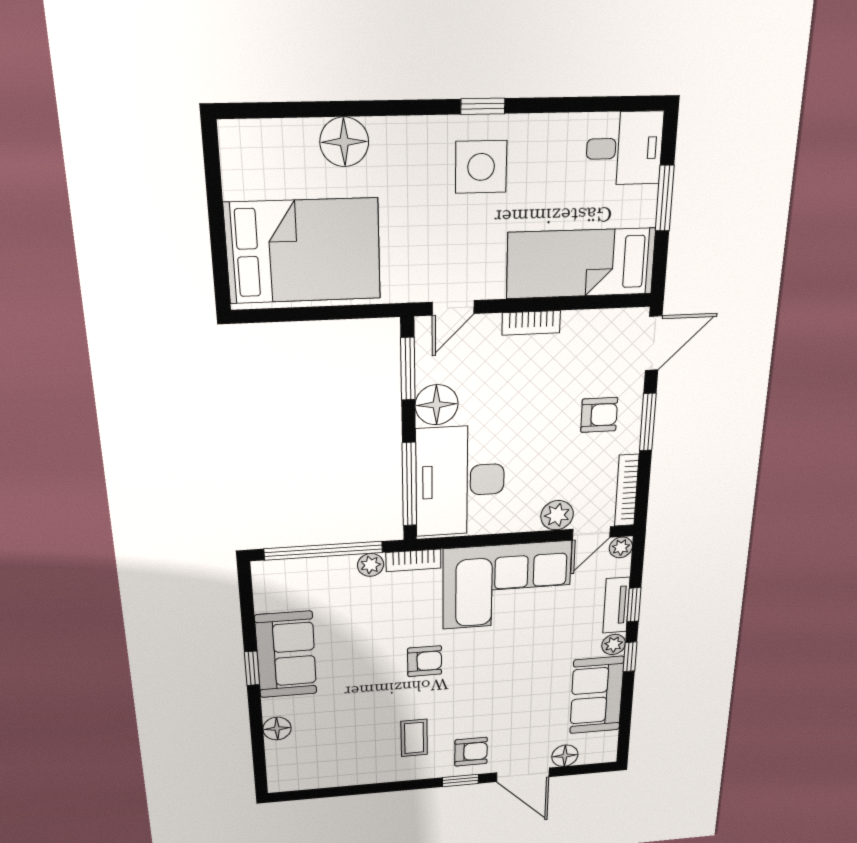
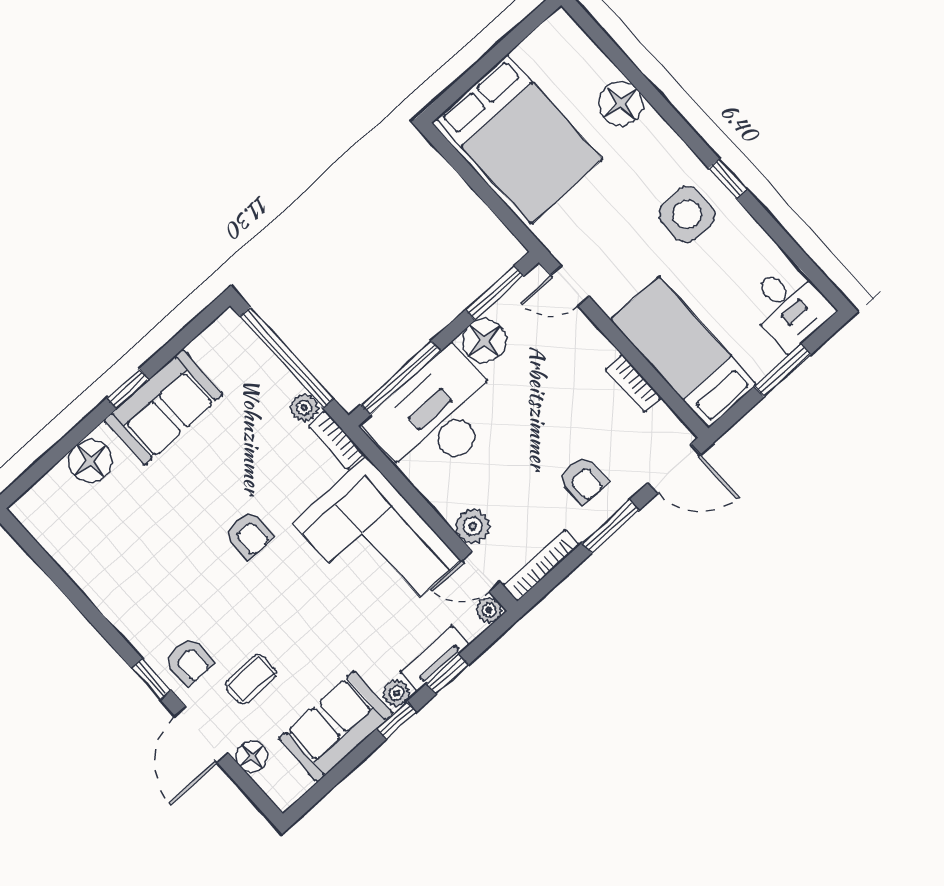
bookcase: (531, 323) -> (633, 383), moved
floor lamp: (277, 728) -> (90, 461), width x1.38, depth x1.38
coffee table: (414, 738) -> (251, 679), moved

